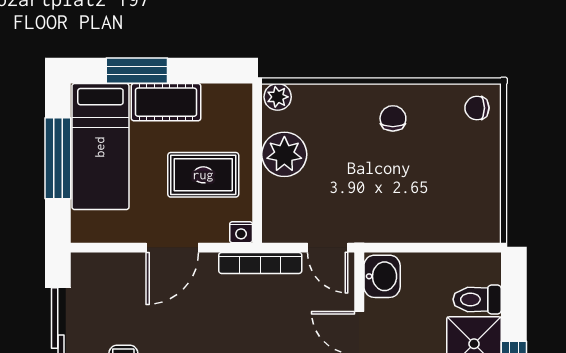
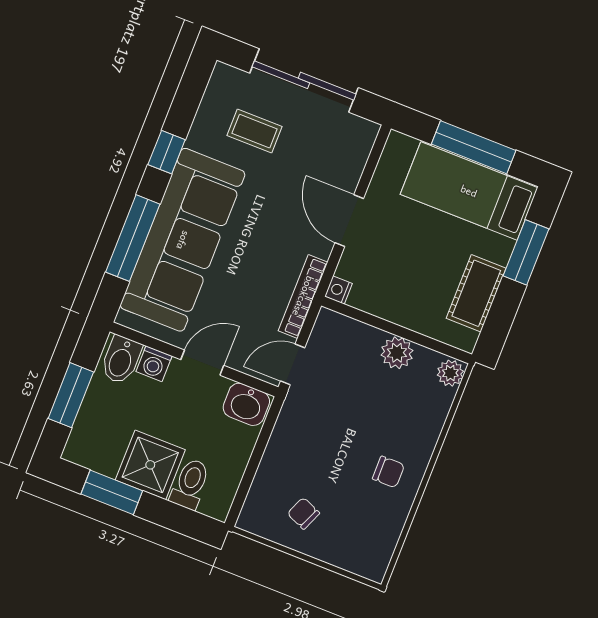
cot: (166, 102) -> (476, 293), moved
chair: (477, 108) -> (303, 513), moved, turned -67
plant: (284, 154) -> (397, 353), width x0.73, depth x0.73
rug: (203, 175) -> (405, 276), removed

